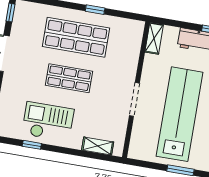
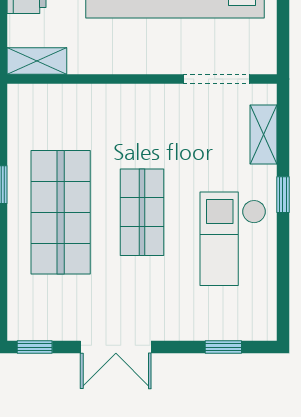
doorway: (134, 99) -> (216, 79), moved
window: (32, 145) -> (283, 195), moved

